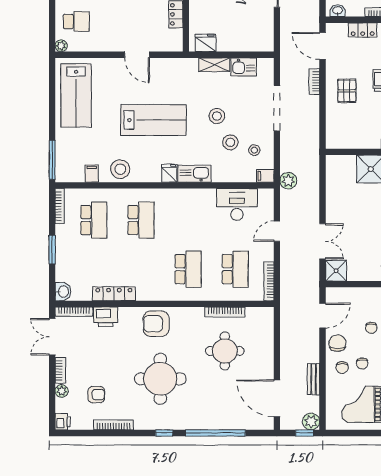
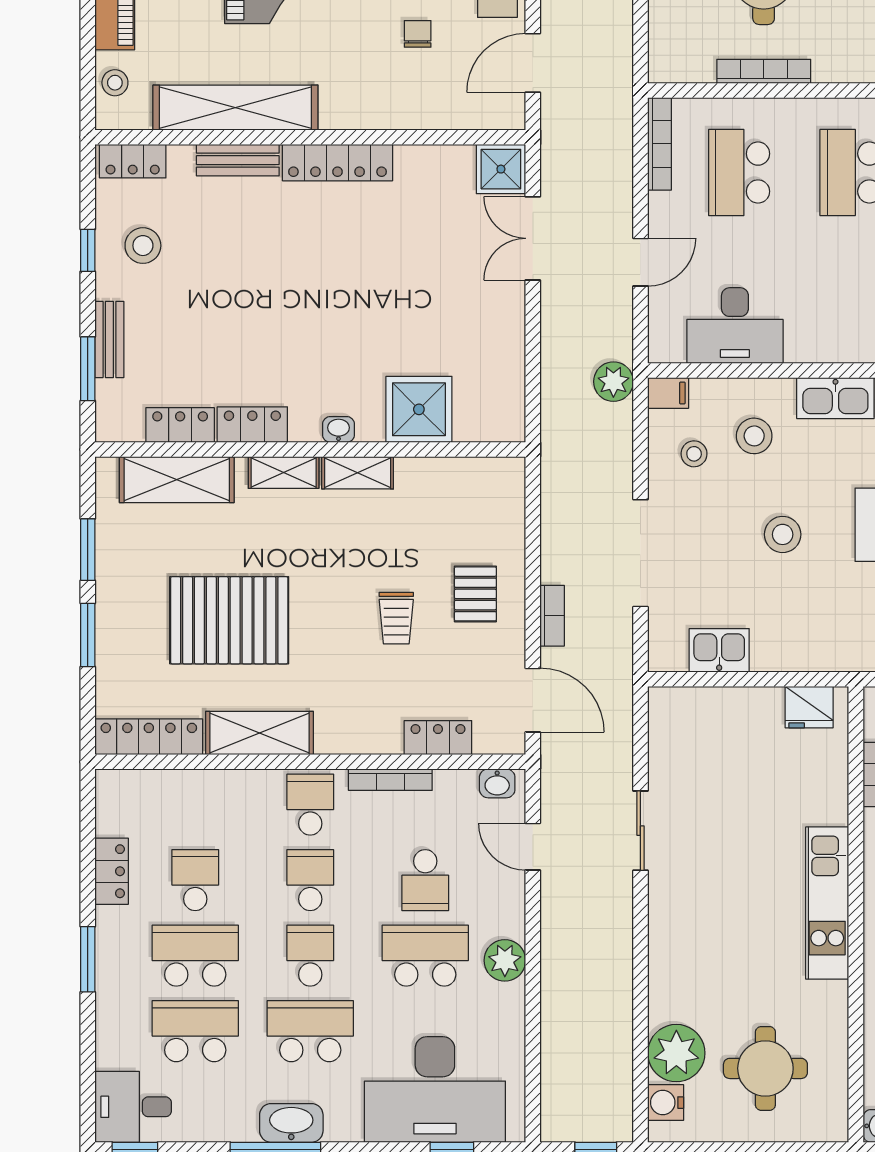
shelving: (214, 65) -> (789, 656), removed
stool: (230, 142) -> (754, 436), moved

